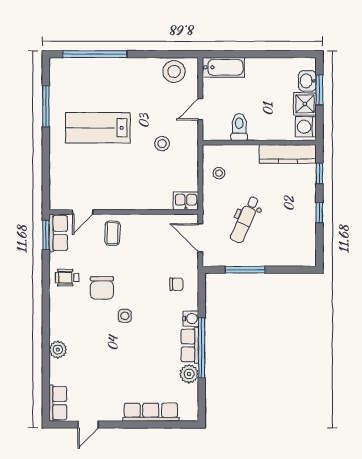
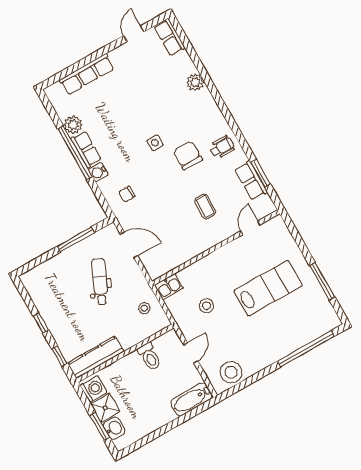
kitchen sink: (186, 201) -> (169, 287), moved
door: (83, 212) -> (250, 228), moved
wall: (124, 212) -> (216, 247), moved

